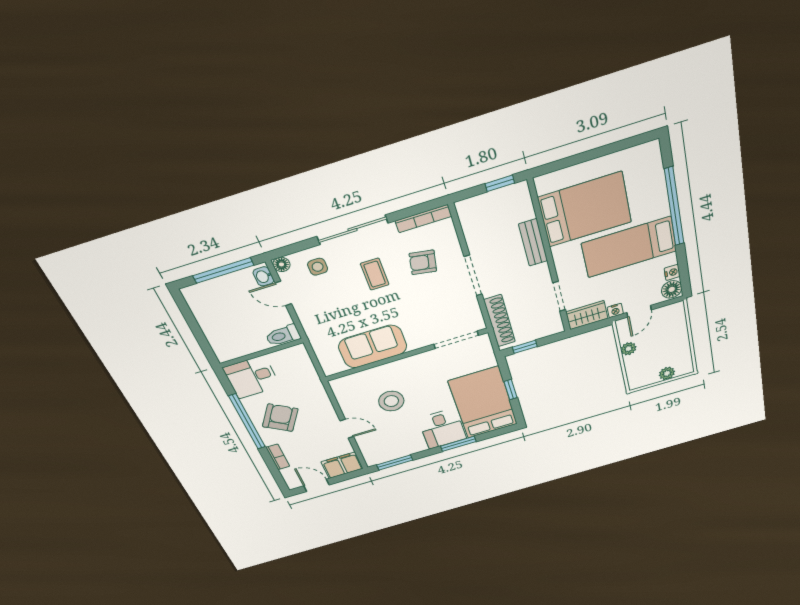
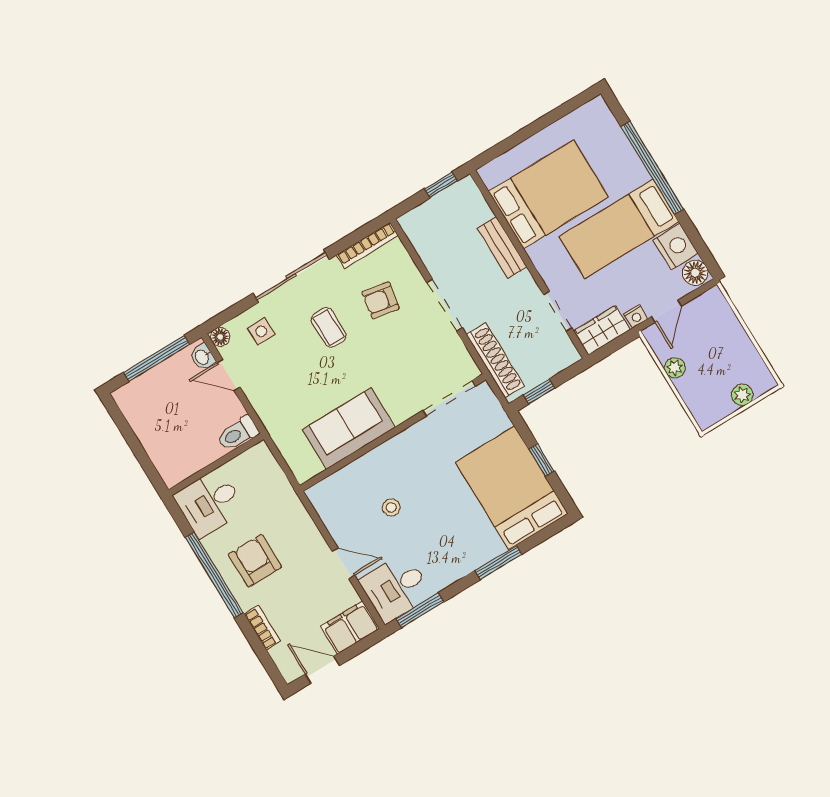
nightstand: (672, 272) -> (676, 247), width x1.89, depth x1.79
stool: (391, 401) -> (391, 508), width x0.53, depth x0.53
armchair: (280, 418) -> (255, 561), turned -33
desk: (442, 429) -> (396, 588), moved, turned 90

